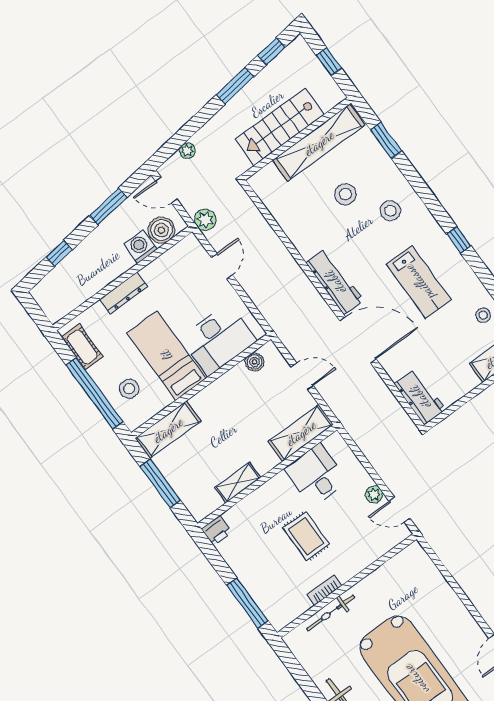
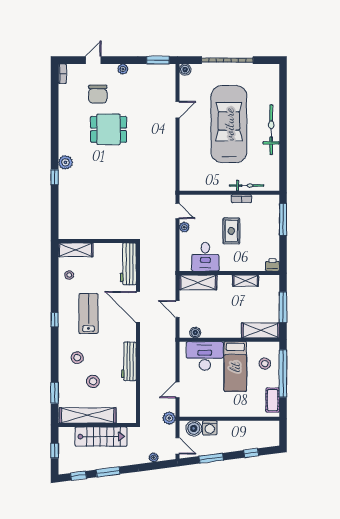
workbench: (335, 282) -> (129, 361), moved
dresser: (124, 293) -> (234, 412), removed
workbench: (420, 397) -> (128, 264), width x1.38

